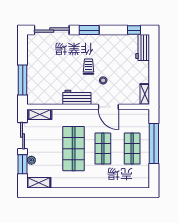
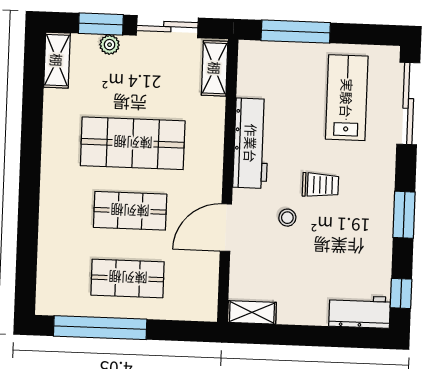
window: (89, 30) -> (404, 215), moved
lab bench: (50, 57) -> (347, 98), added
workbench: (77, 97) -> (251, 143), width x1.38
window: (154, 144) -> (100, 328), moved

